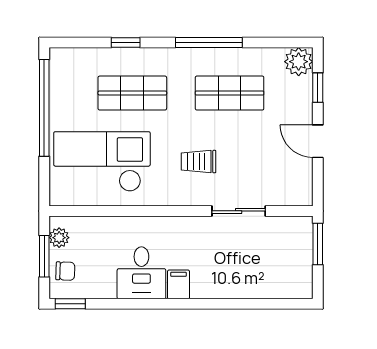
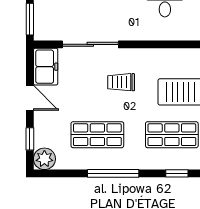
trolley: (198, 162) -> (121, 82), turned 180
freezer: (297, 182) -> (46, 67), added
sliding door: (239, 211) -> (90, 44), width x1.37

